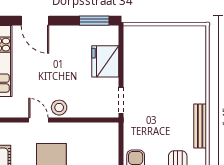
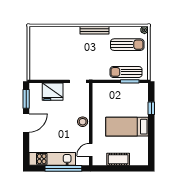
door: (35, 21) -> (26, 123), moved
door: (38, 120) -> (91, 150), moved

